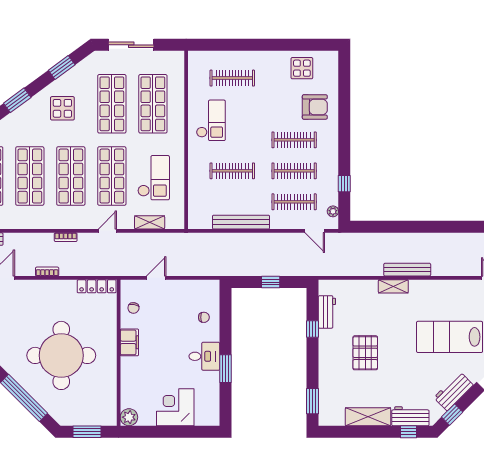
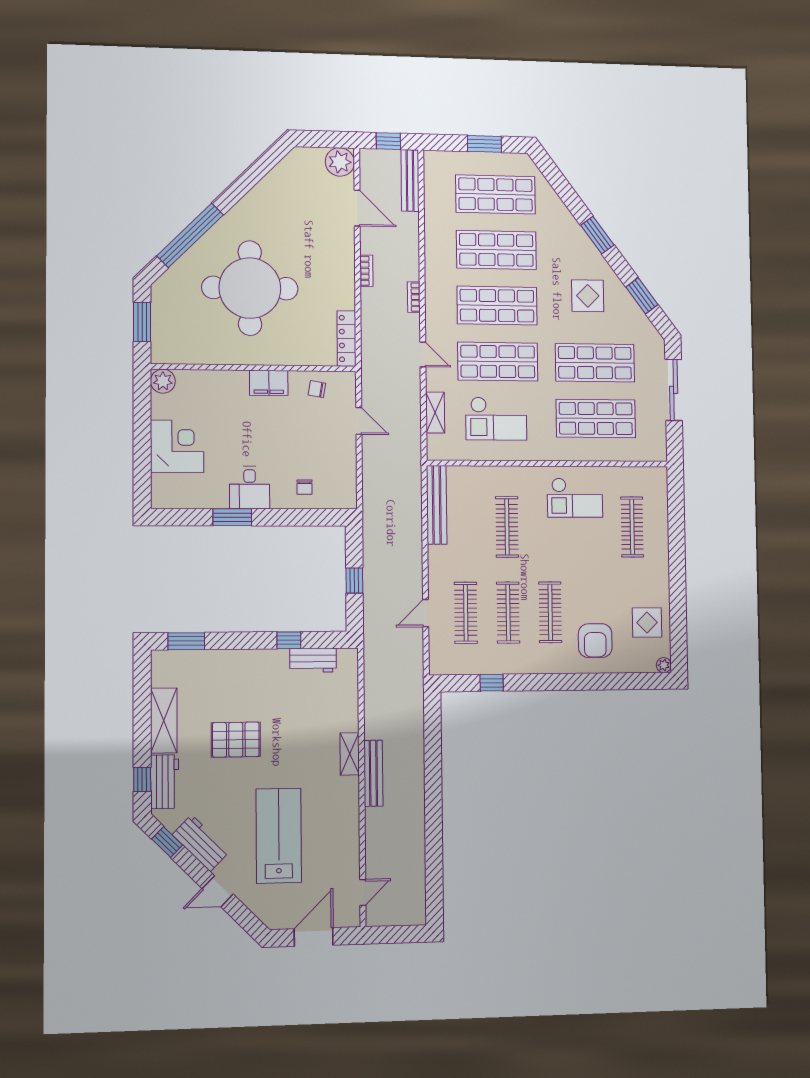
plant: (333, 211) -> (664, 665), moved
bench: (241, 222) -> (437, 505), moved
door: (315, 231) -> (426, 613), moved
pallet: (365, 353) -> (236, 740), moved

